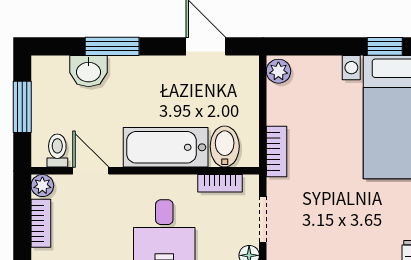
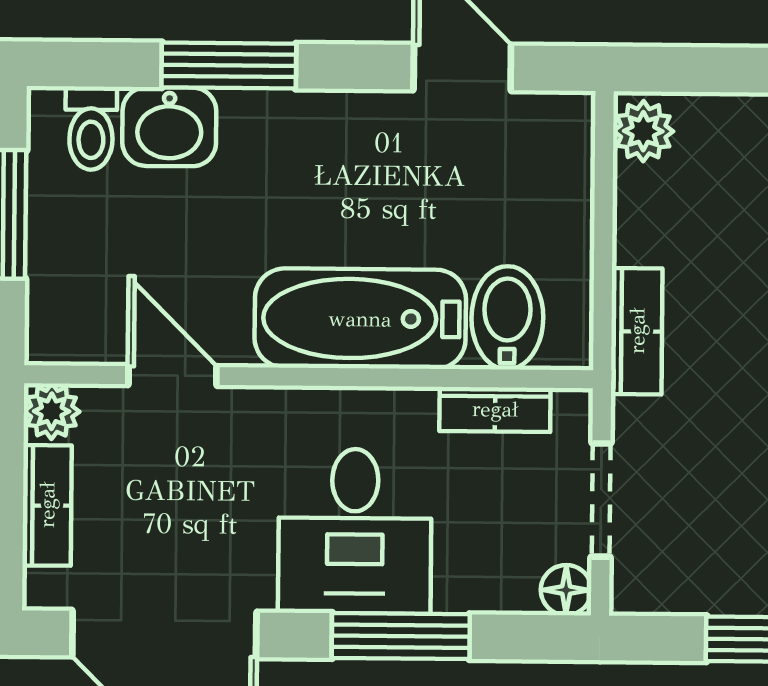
toilet: (57, 151) -> (91, 128), moved, turned 180

